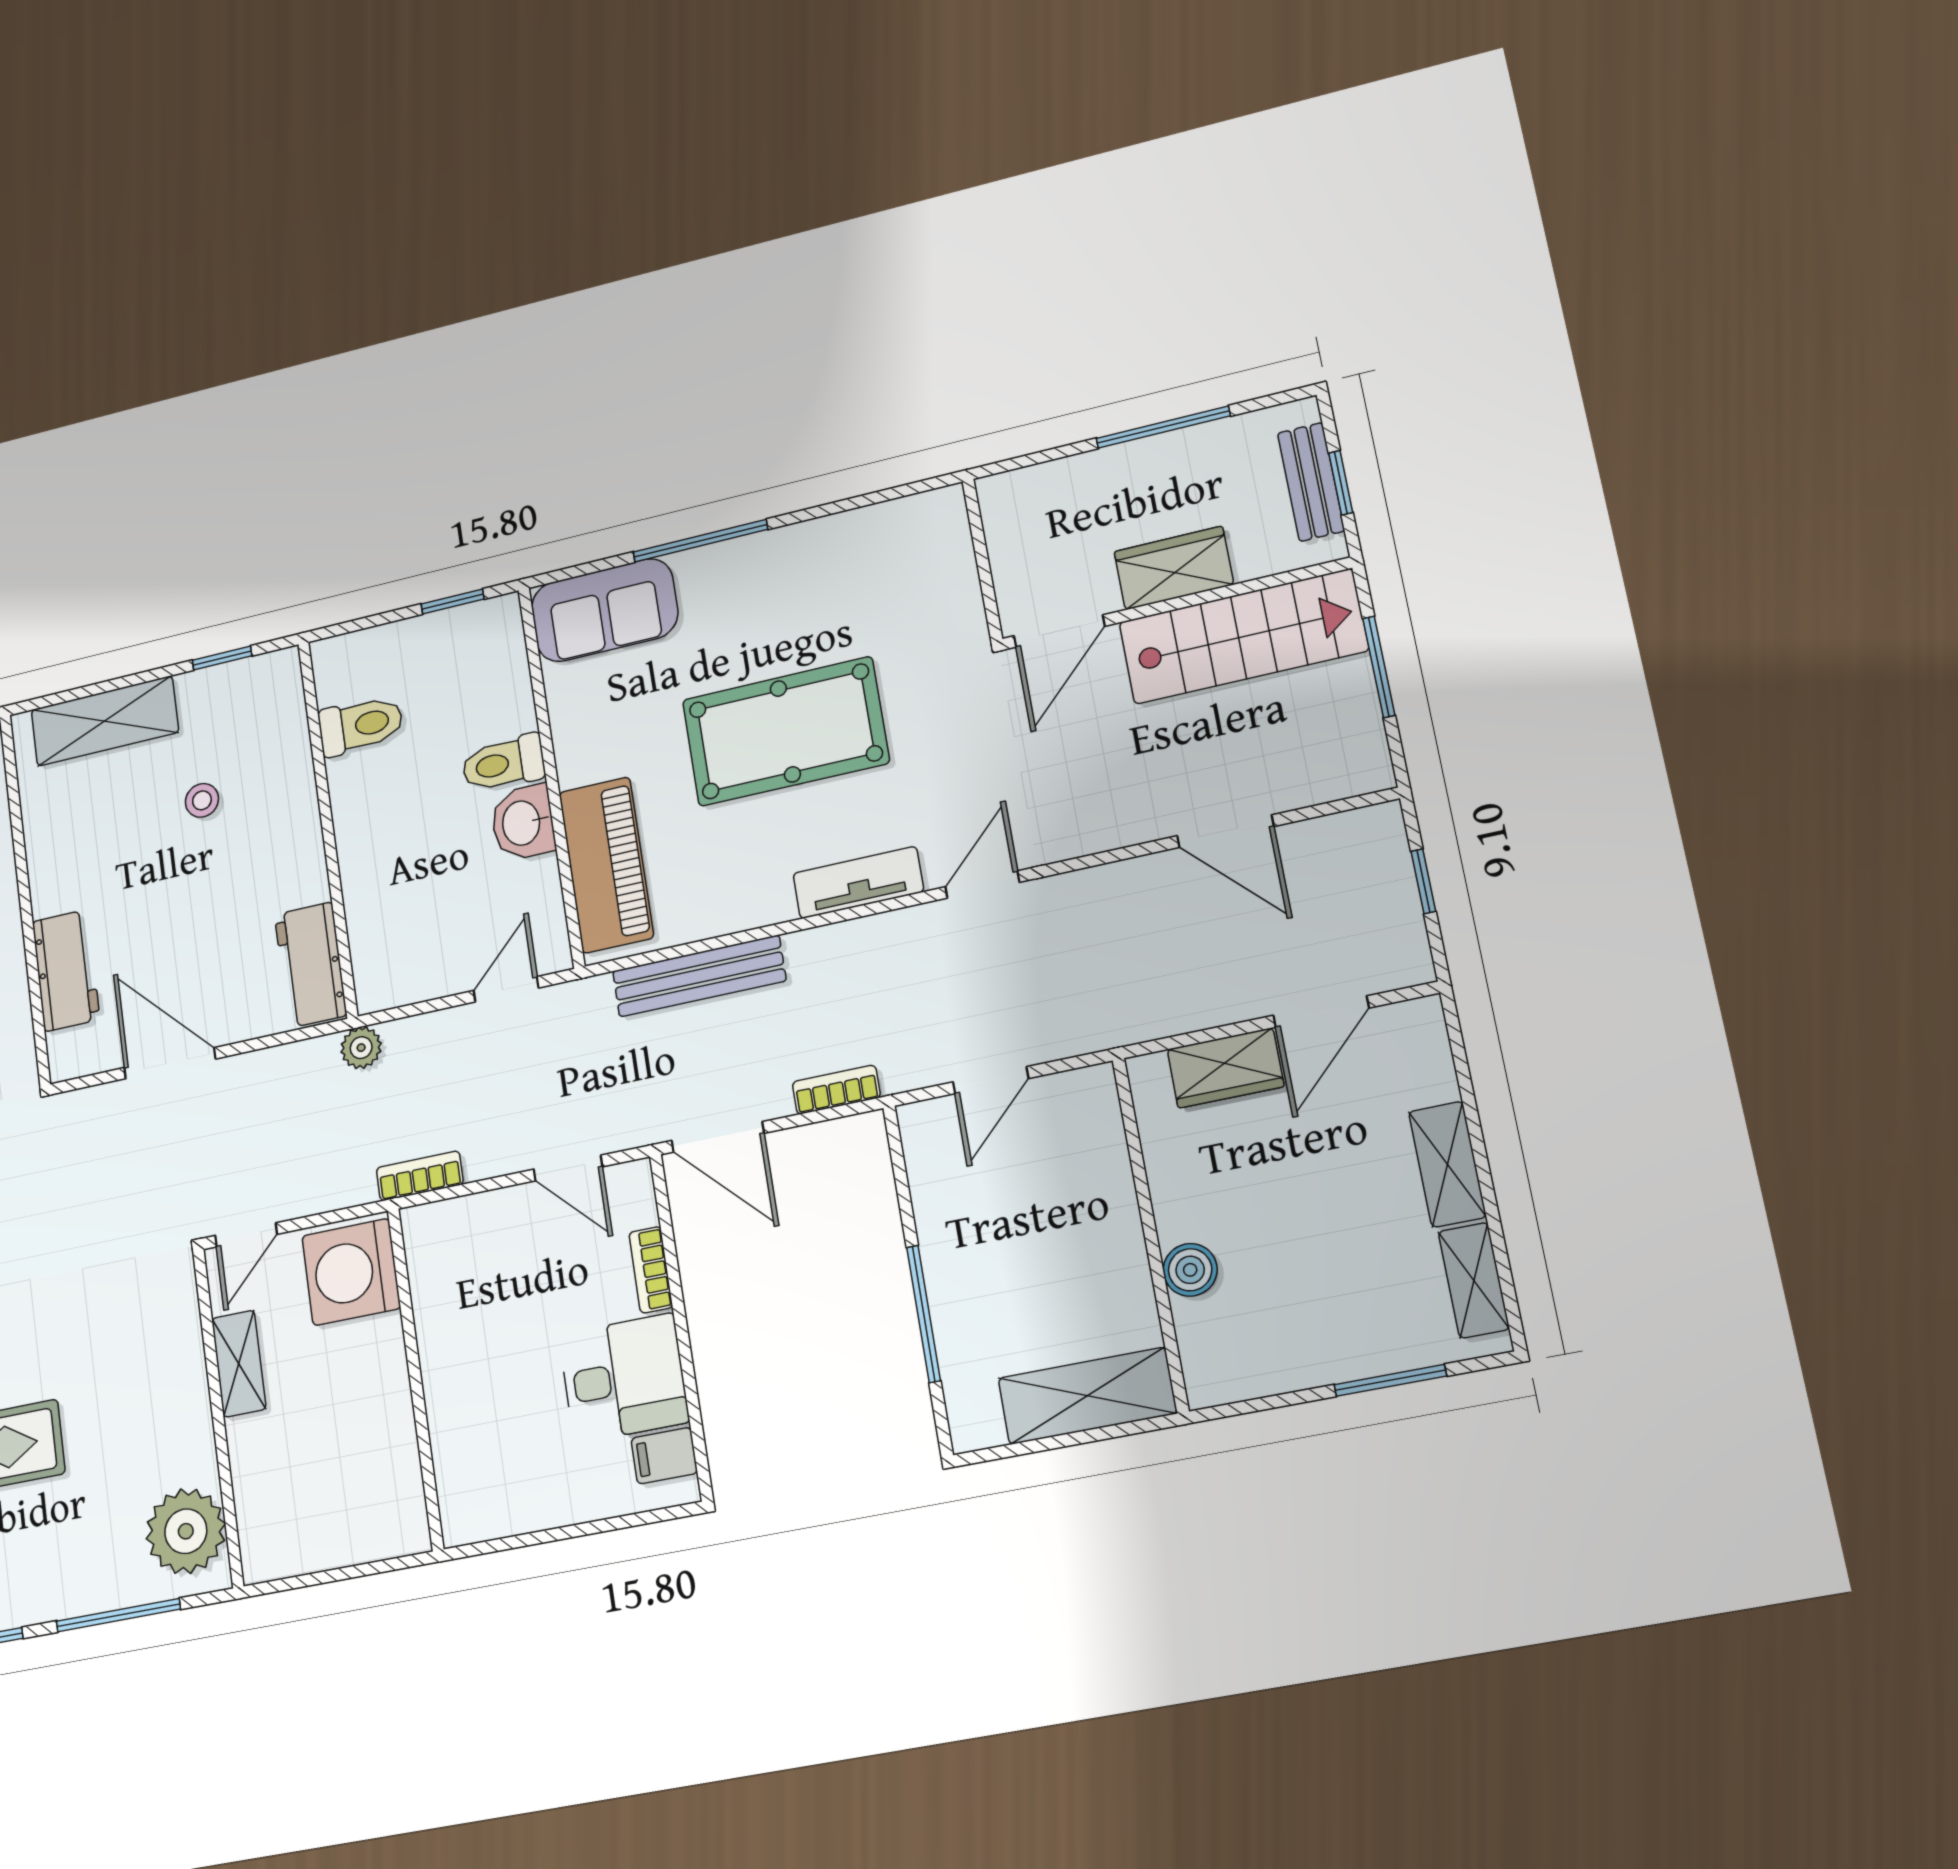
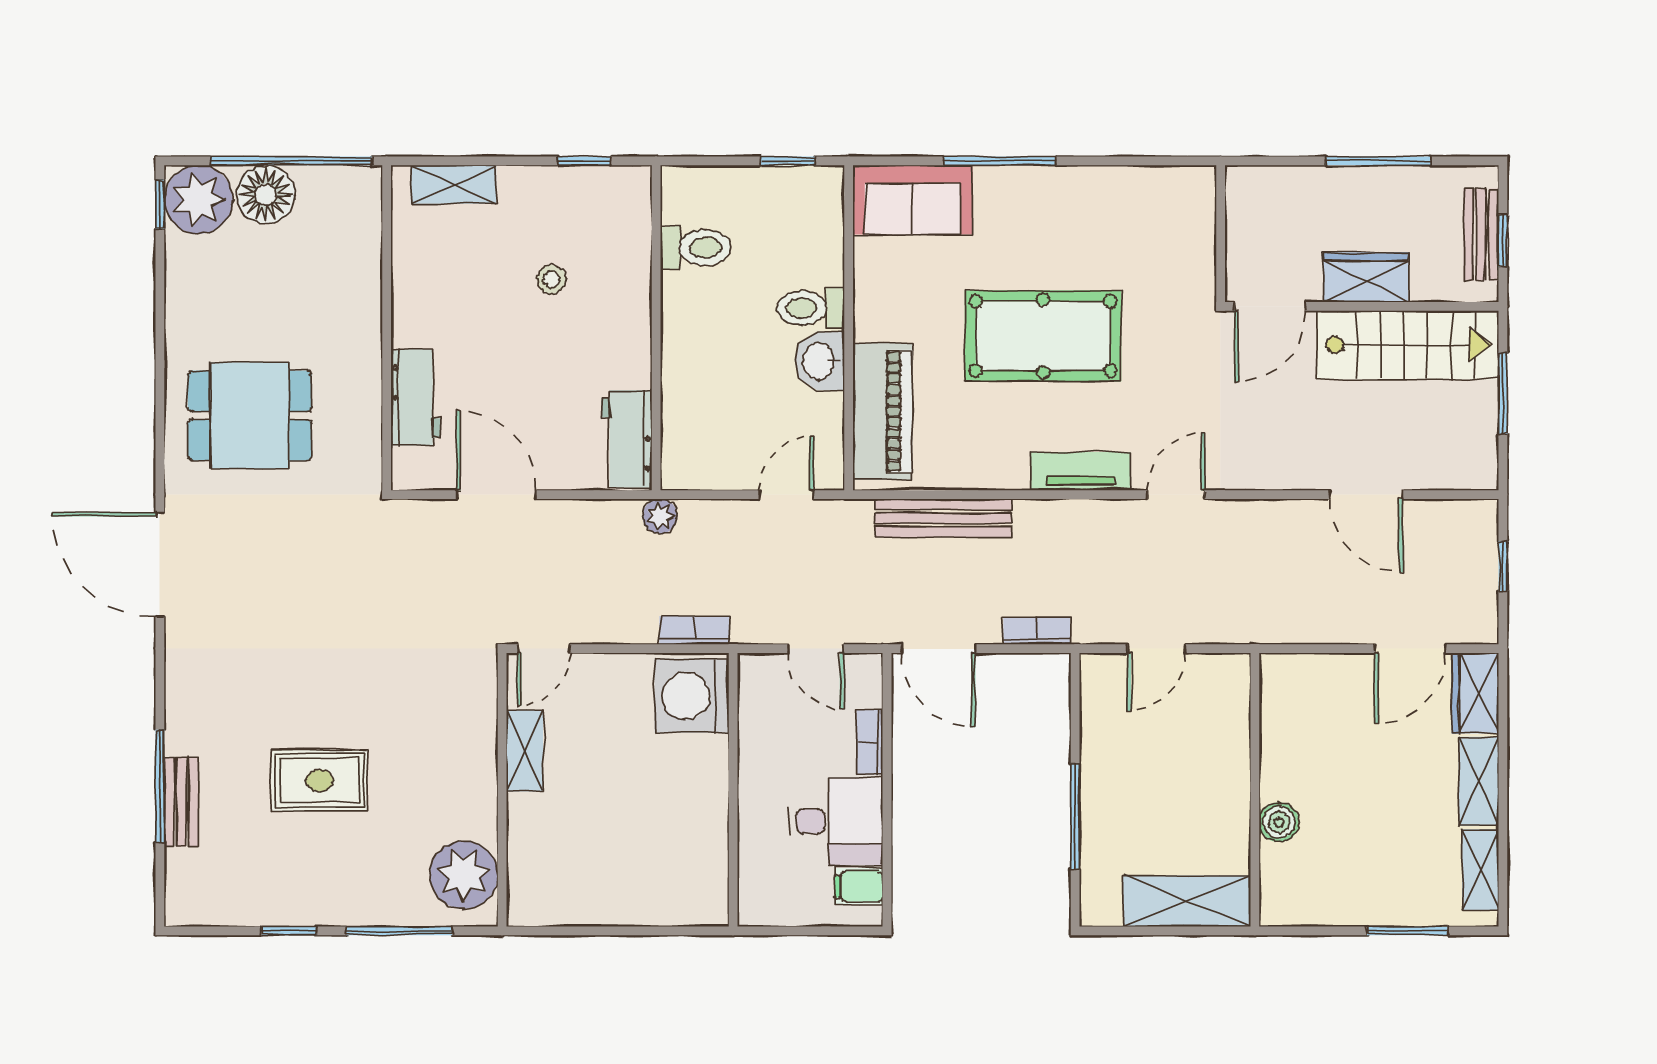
shelving: (105, 721) -> (453, 184), width x0.67, depth x0.75
wardrobe: (1225, 1068) -> (1475, 693), moved, turned 90
washing machine: (351, 1272) -> (692, 696), moved
wall: (415, 1378) -> (733, 790), moved

